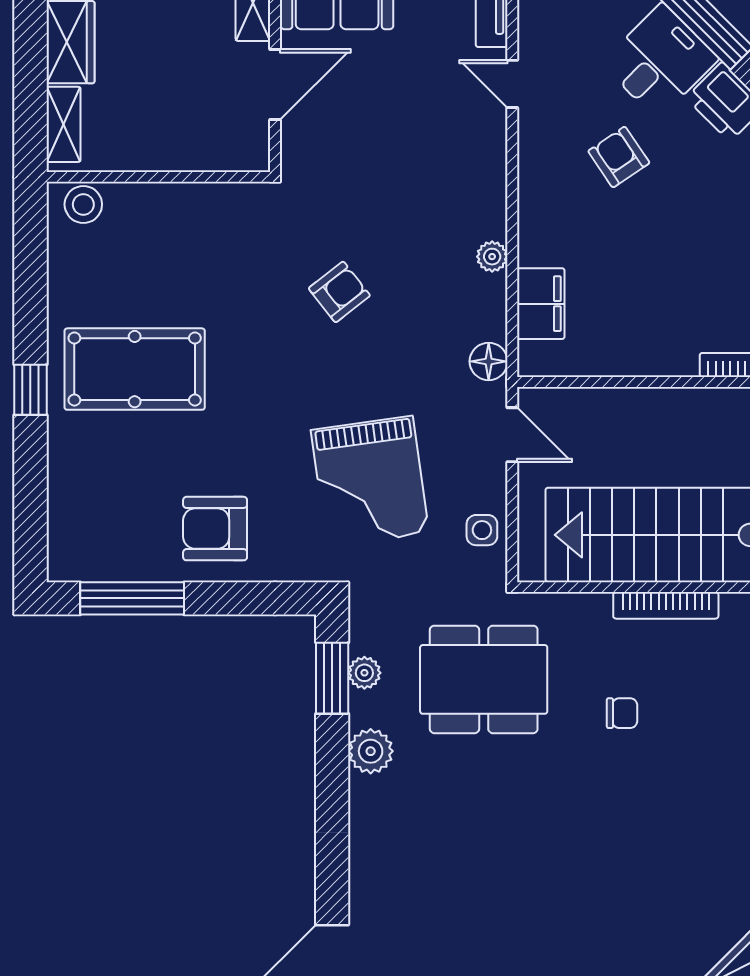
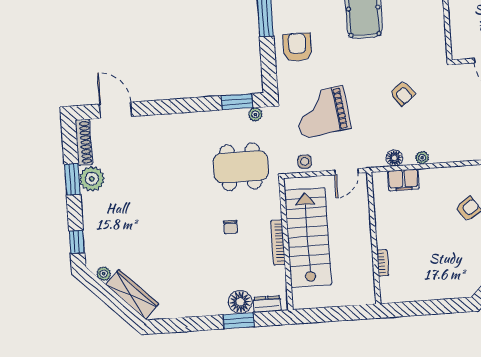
floor lamp: (489, 361) -> (394, 158), moved
plant: (364, 673) -> (255, 114), moved
dining table: (484, 679) -> (241, 167), turned 90
plant: (371, 751) -> (207, 120), removed

